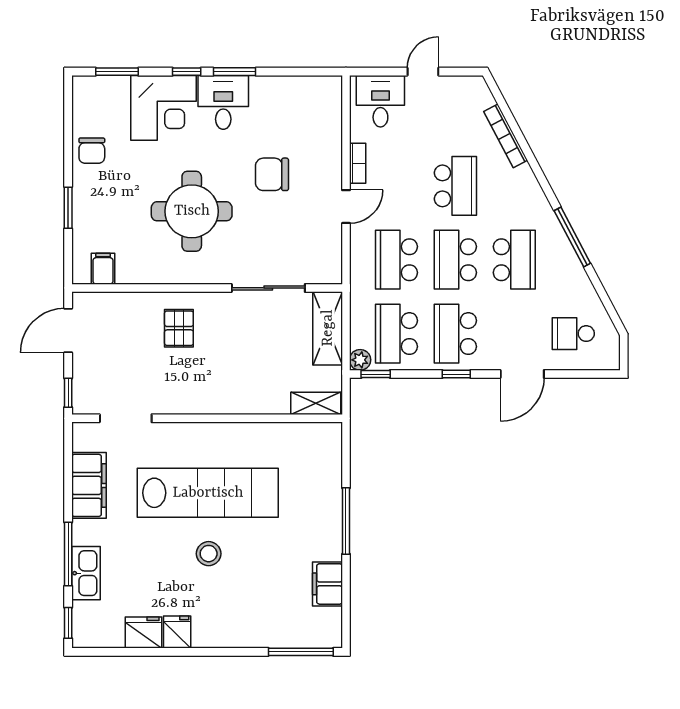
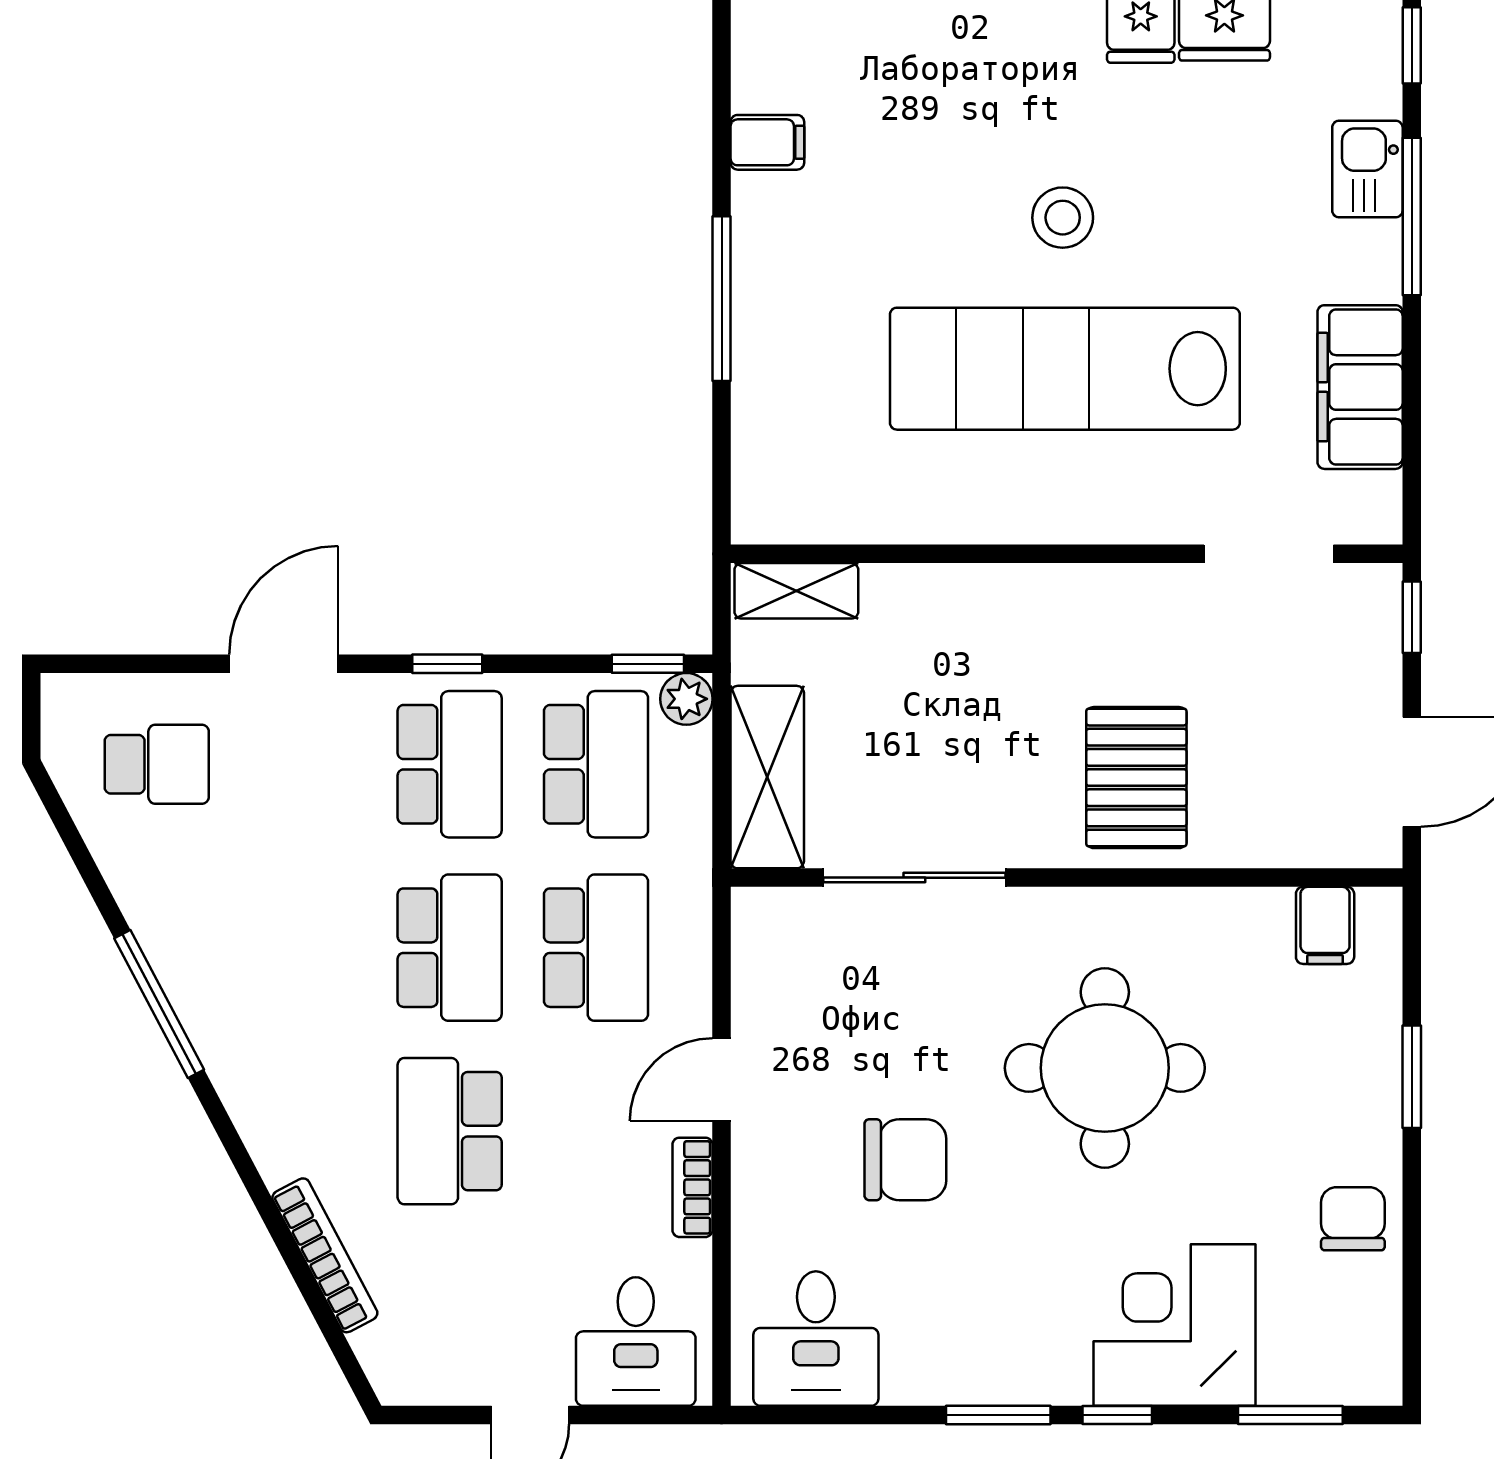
desk: (223, 102) -> (816, 1339), moved
school desk: (514, 260) -> (303, 948), removed
pallet: (179, 328) -> (1136, 778), width x1.50, depth x1.42
kitchen sink: (86, 573) -> (1367, 169), width x0.73
filing cabinet: (327, 584) -> (767, 142), width x0.50

